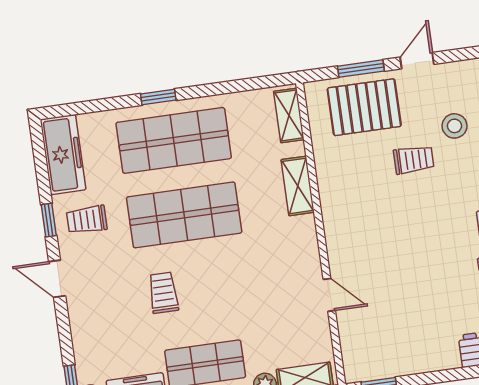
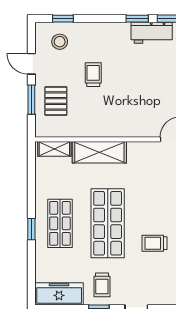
pallet: (364, 107) -> (56, 101), width x0.67, depth x0.71
stool: (454, 126) -> (60, 42), moved
shop shelf: (174, 140) -> (60, 223), width x0.70, depth x0.74
shelving: (298, 186) -> (99, 152), width x1.50, depth x1.33

